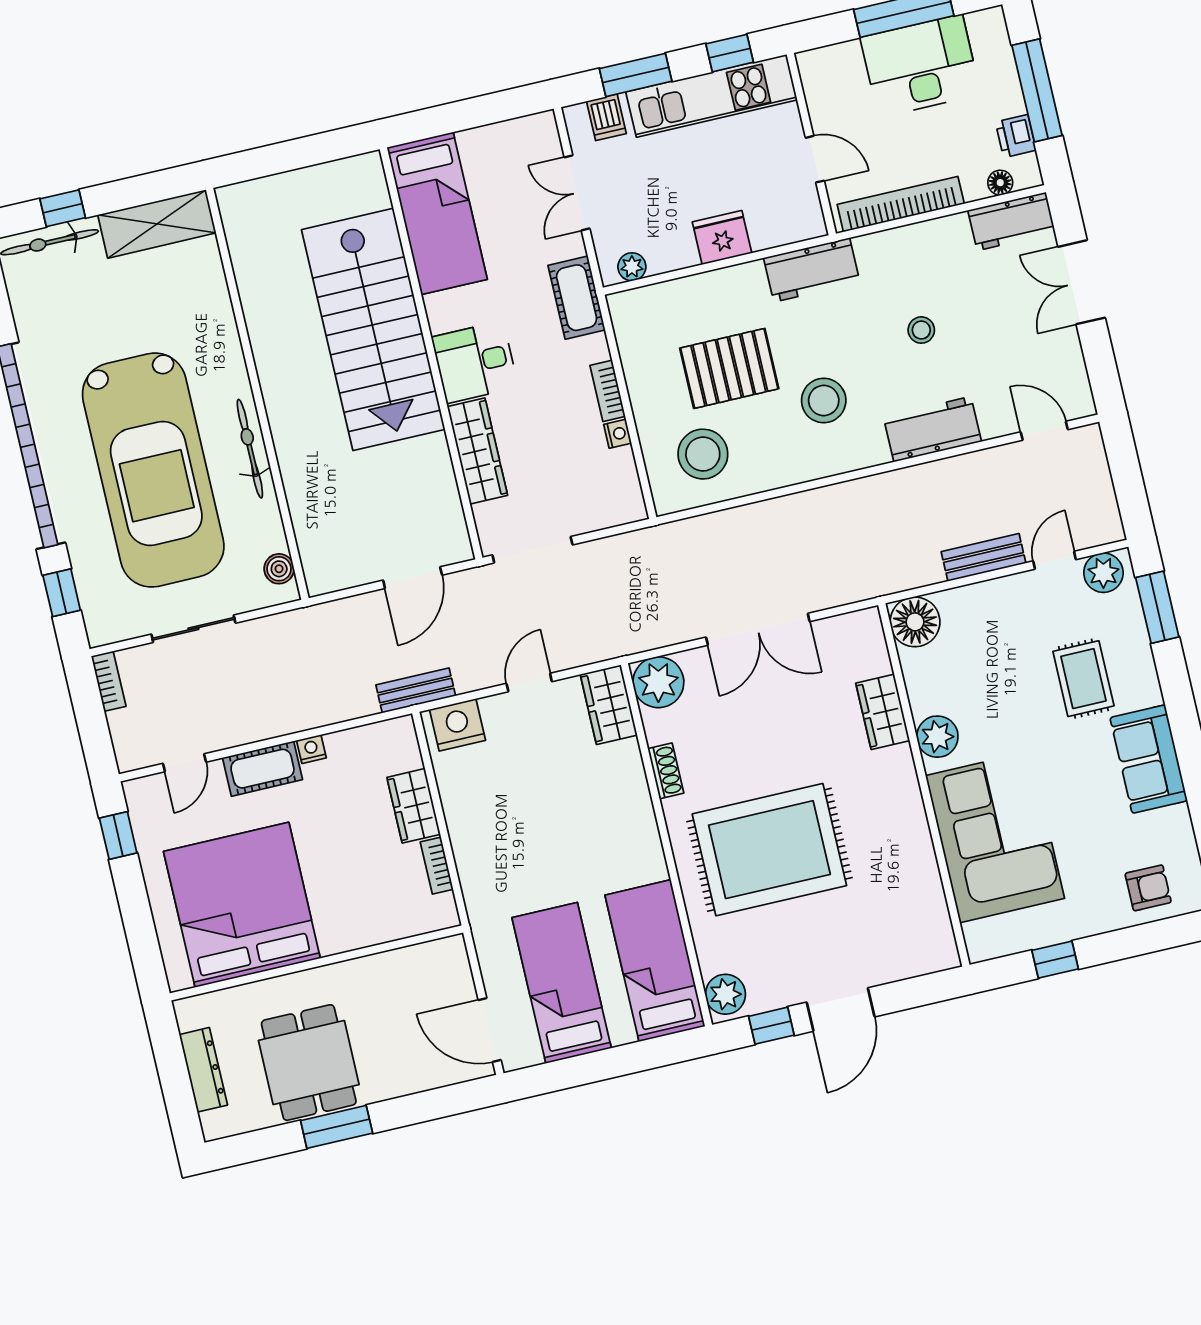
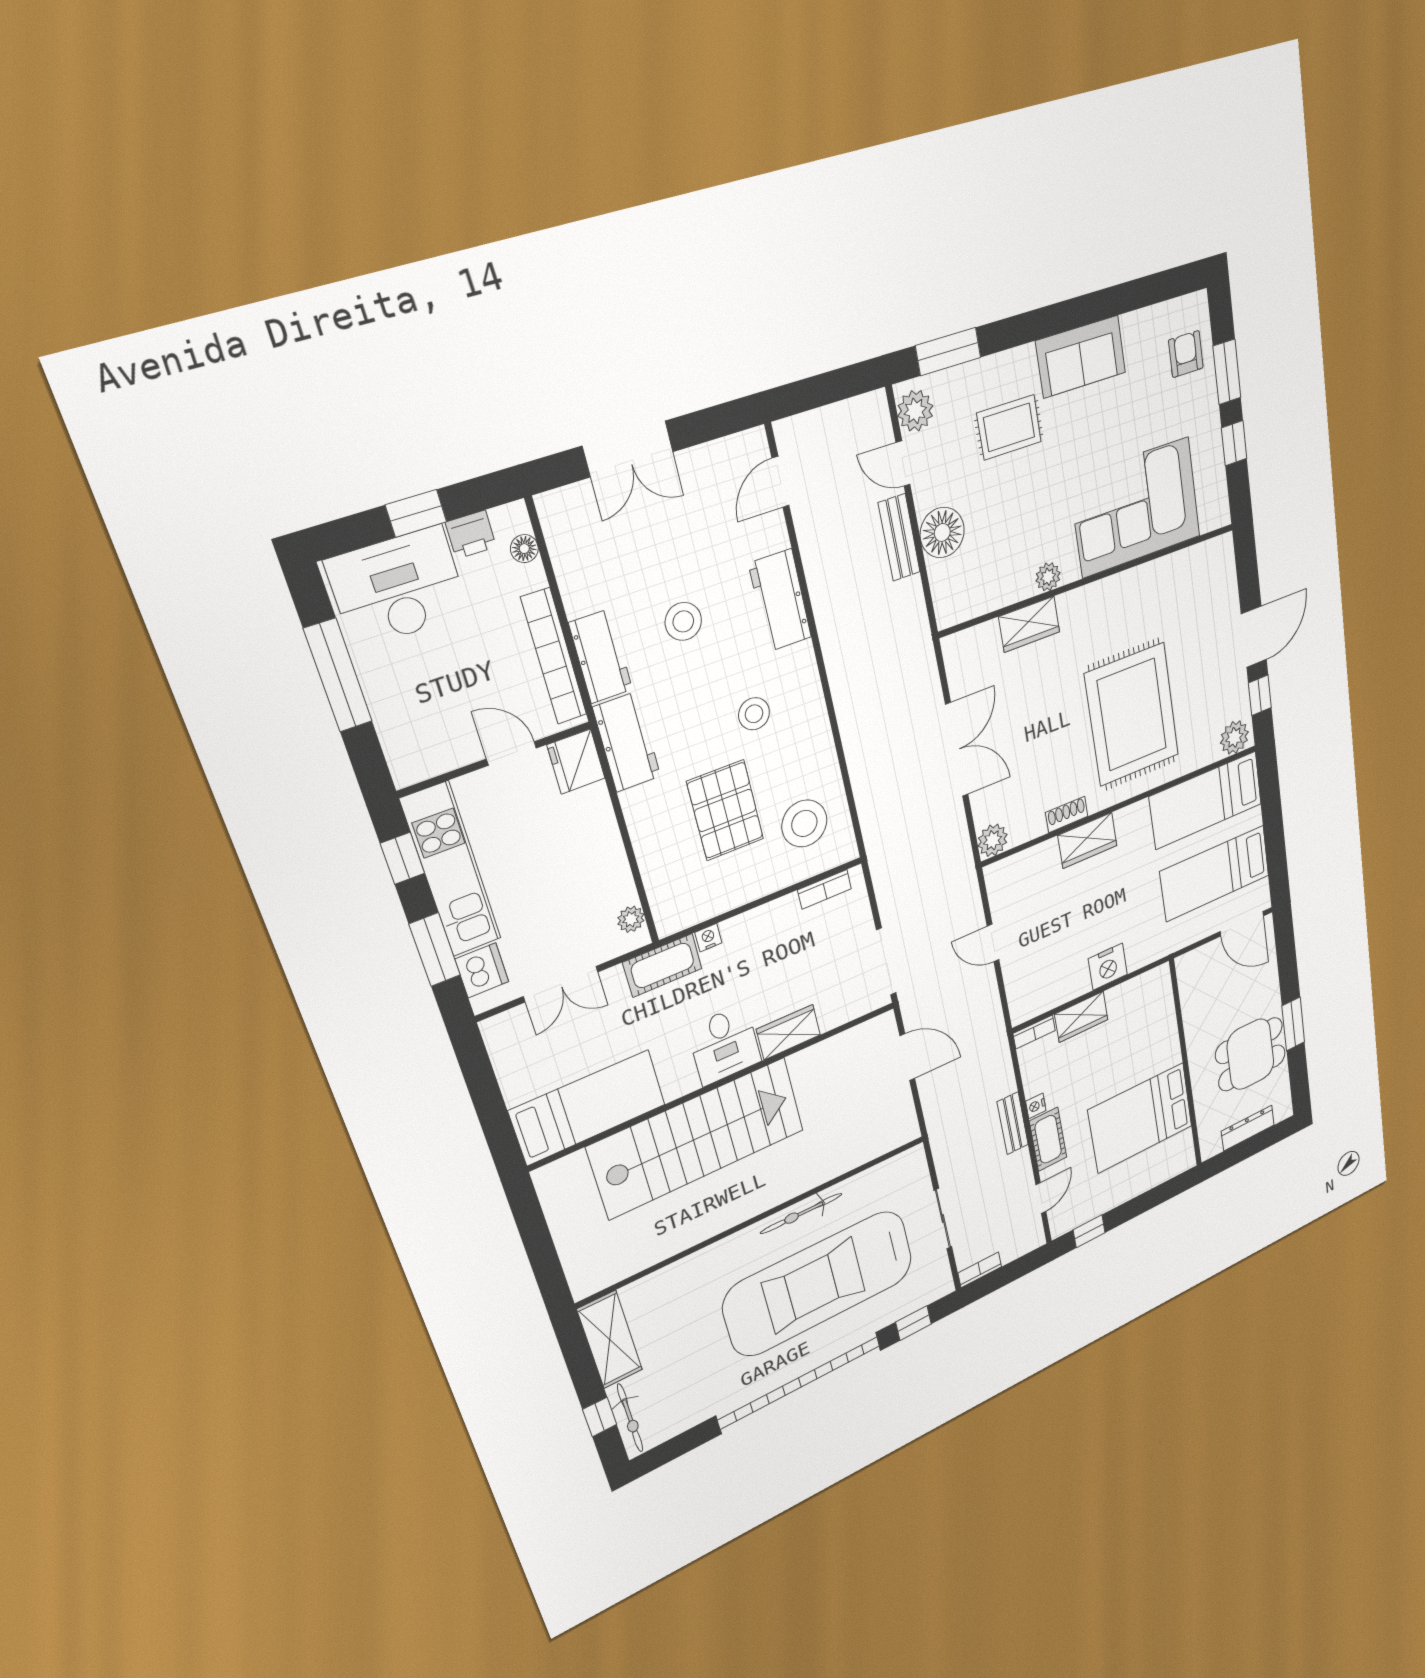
desk: (920, 66) -> (398, 588), moved, turned 90
window: (1037, 90) -> (416, 513), width x0.46
dishwasher: (606, 117) -> (482, 970), width x1.38
door: (815, 159) -> (511, 753), hinge flipped
workbench: (1012, 221) -> (601, 656), moved
fridge: (722, 238) -> (576, 762), moved
stool: (921, 330) -> (683, 621), width x1.37, depth x1.37
bookcase: (608, 391) -> (824, 889), moved
stool: (824, 401) -> (754, 714), width x0.73, depth x0.73
nightstand: (618, 434) -> (708, 938), moved
wardrobe: (477, 451) -> (788, 1032), width x0.67
car: (153, 470) -> (819, 1283), turned 180
boiler: (279, 569) -> (898, 1165), removed
floor lamp: (915, 622) -> (942, 532), moved
plant: (658, 682) -> (993, 840), width x0.73, depth x0.73
bench: (416, 690) -> (1013, 1123), moved
wardrobe: (609, 705) -> (1087, 840), moved
nightstand: (458, 725) -> (1108, 967), moved, turned -90
plant: (937, 737) -> (1048, 577), width x0.73, depth x0.73
door: (185, 763) -> (1041, 1198), hinge flipped
bookcase: (437, 866) -> (1034, 1032), moved
bed: (242, 905) -> (1141, 1118), width x0.73
window: (1129, 942) -> (1227, 372), added
door: (841, 1010) -> (1254, 637), hinge flipped
door: (490, 1030) -> (1242, 924), hinge flipped

